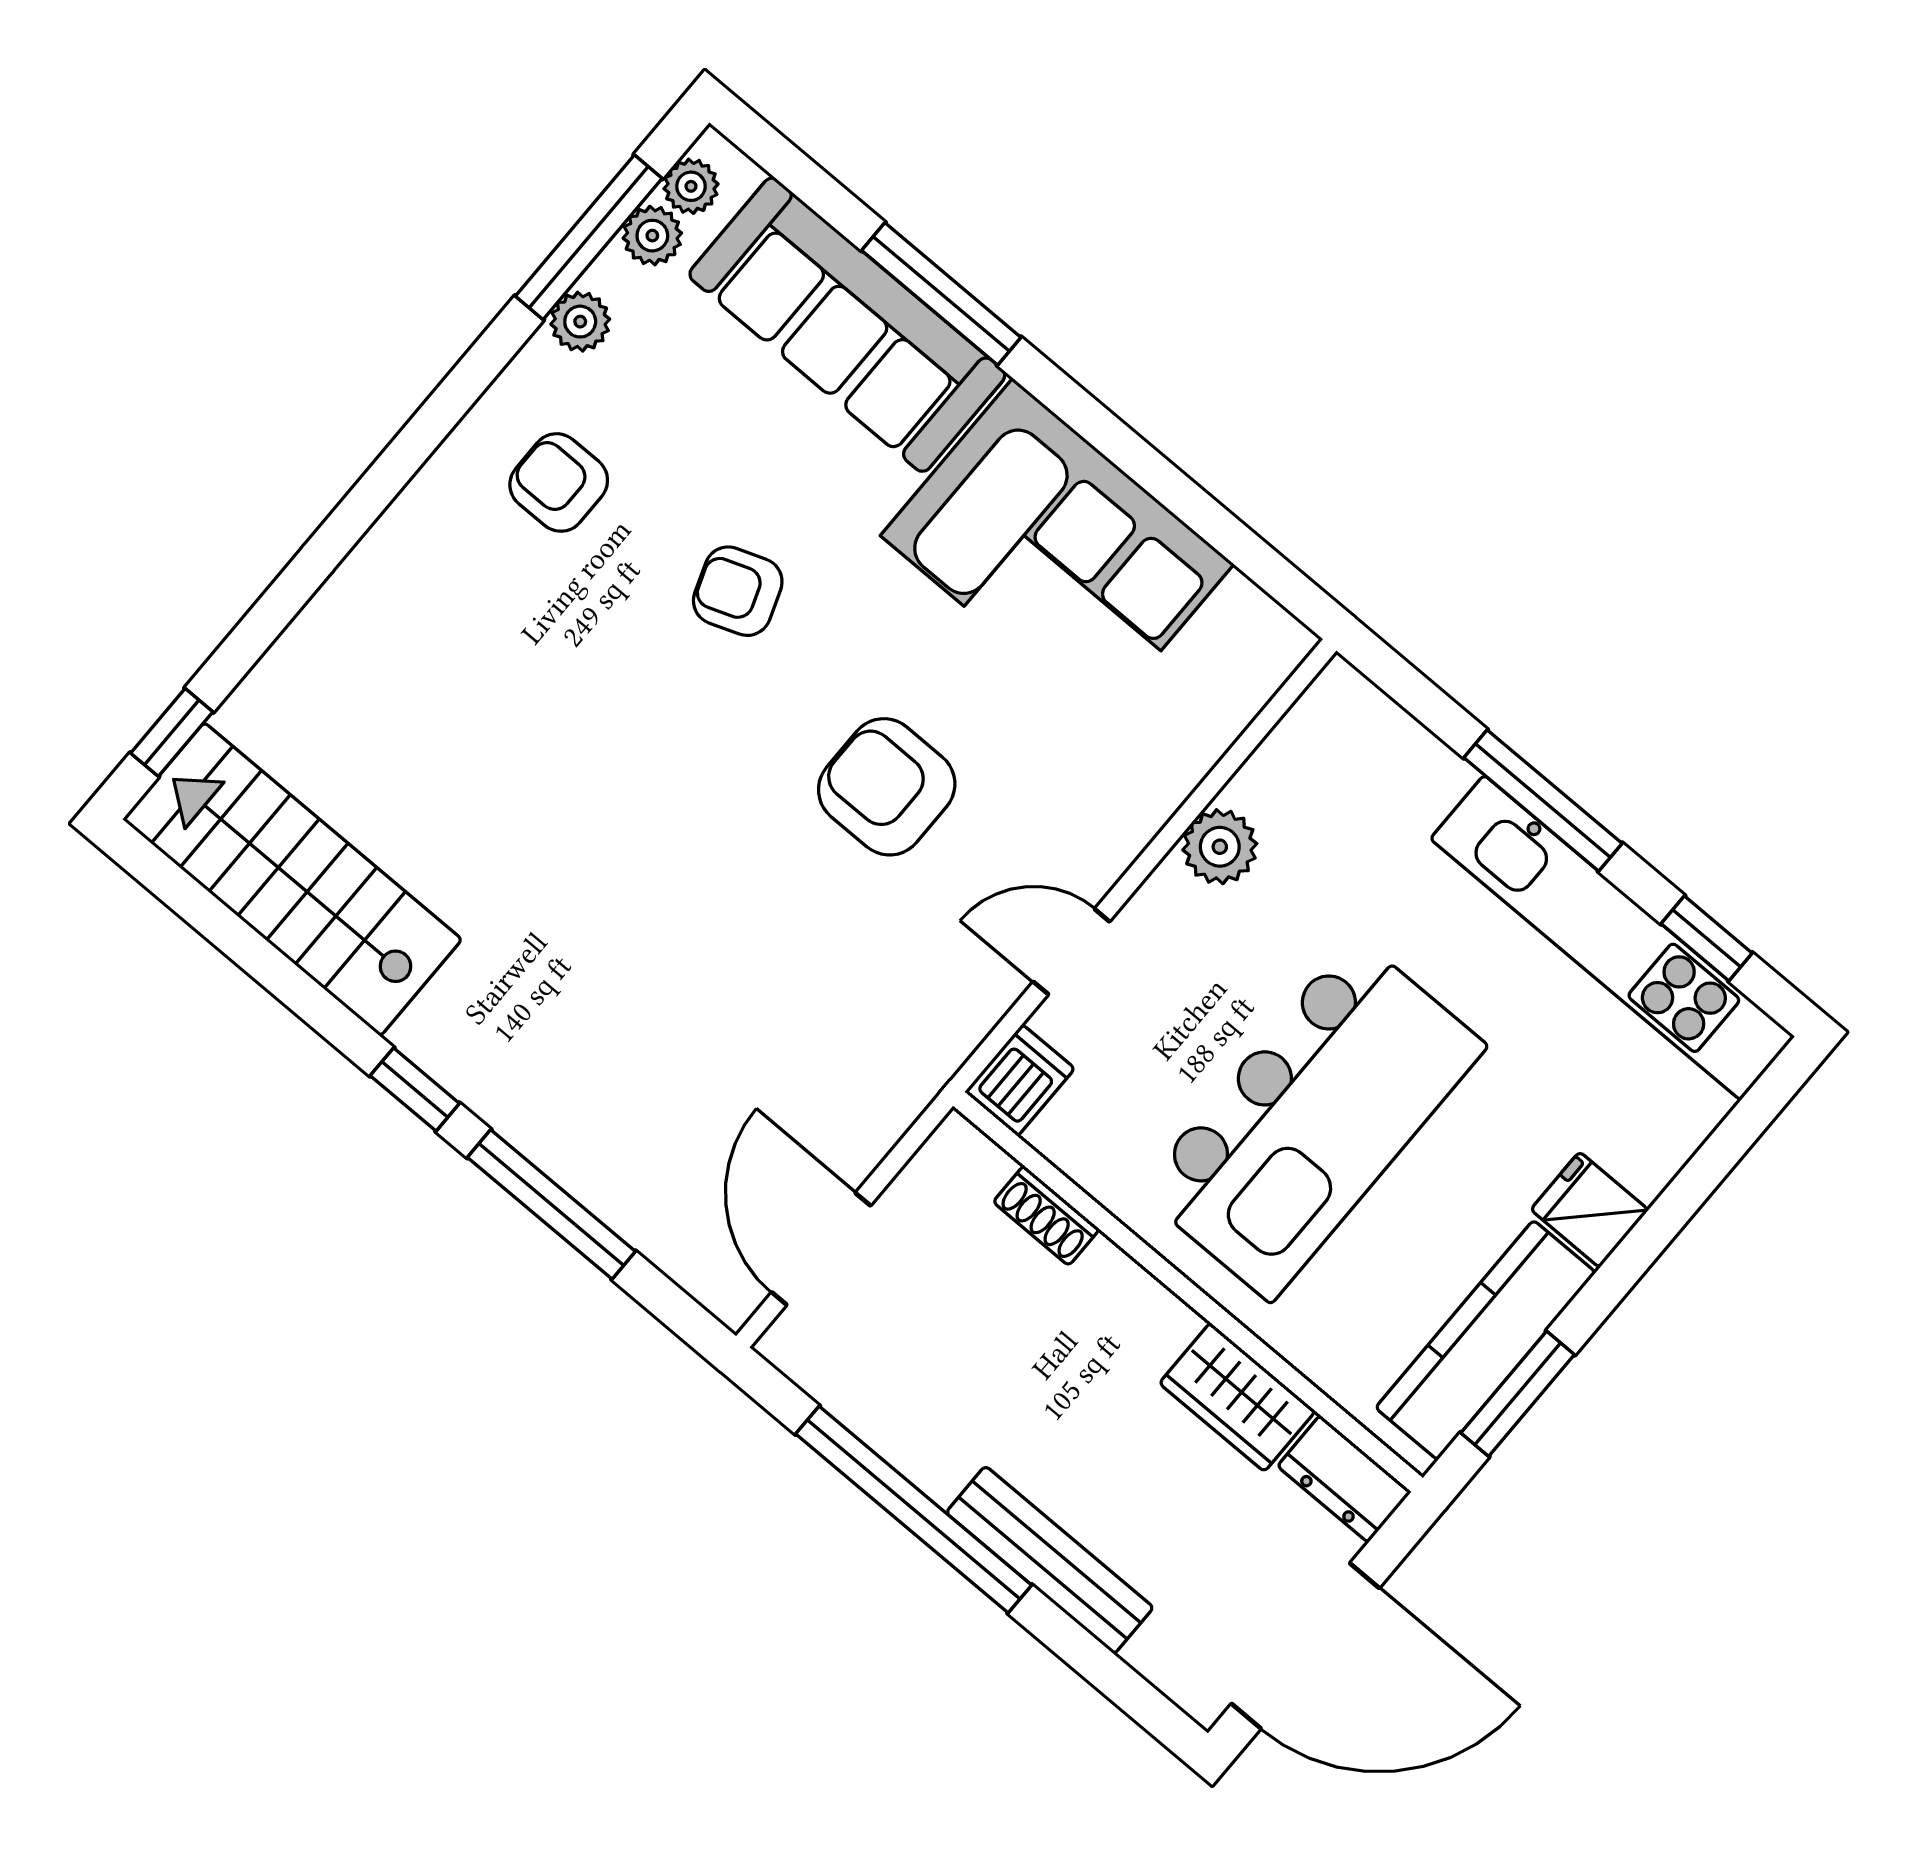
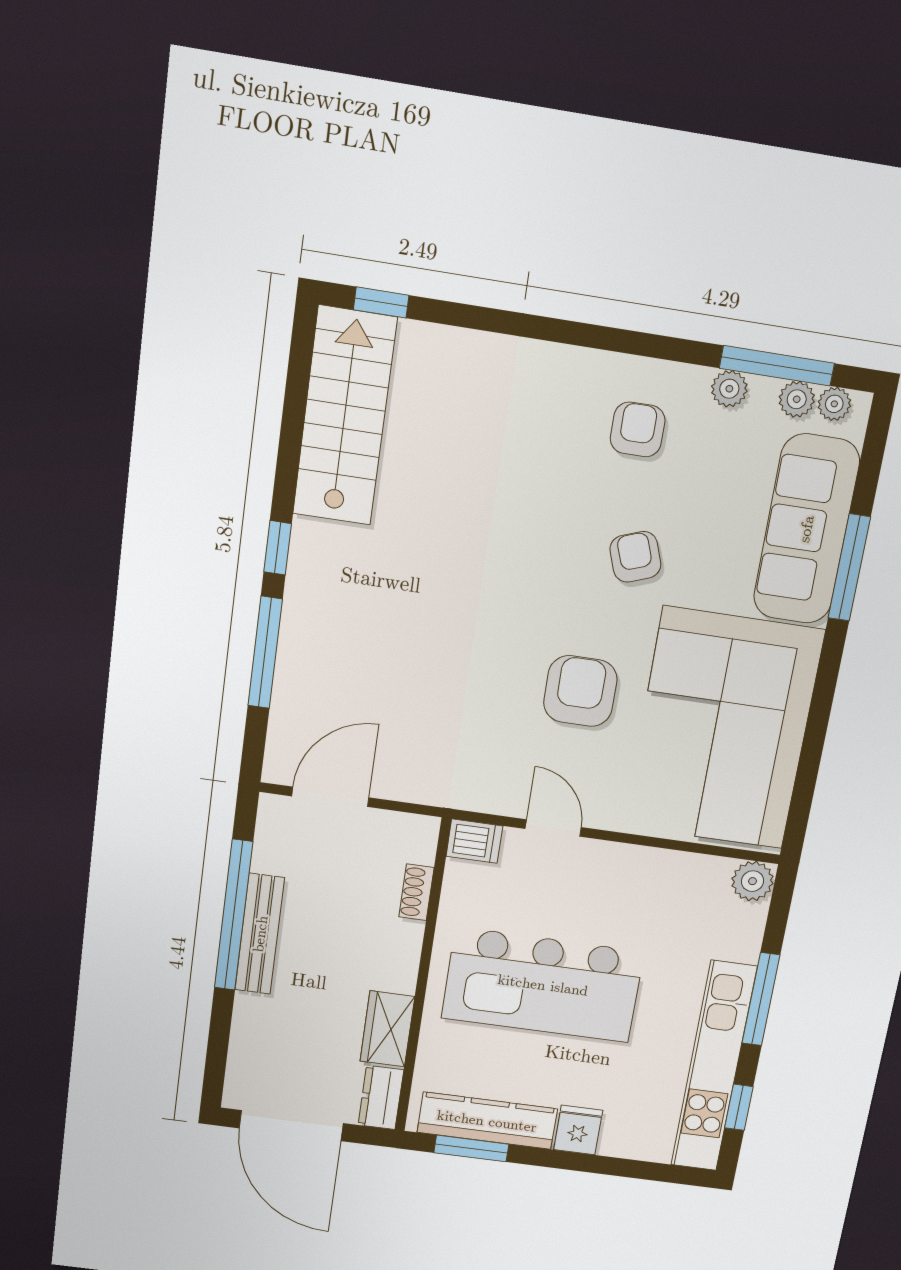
corner sofa: (1057, 550) -> (723, 729), width x1.36, depth x1.36
plant: (1220, 847) -> (753, 881), moved
bench: (1050, 1560) -> (260, 934), moved

